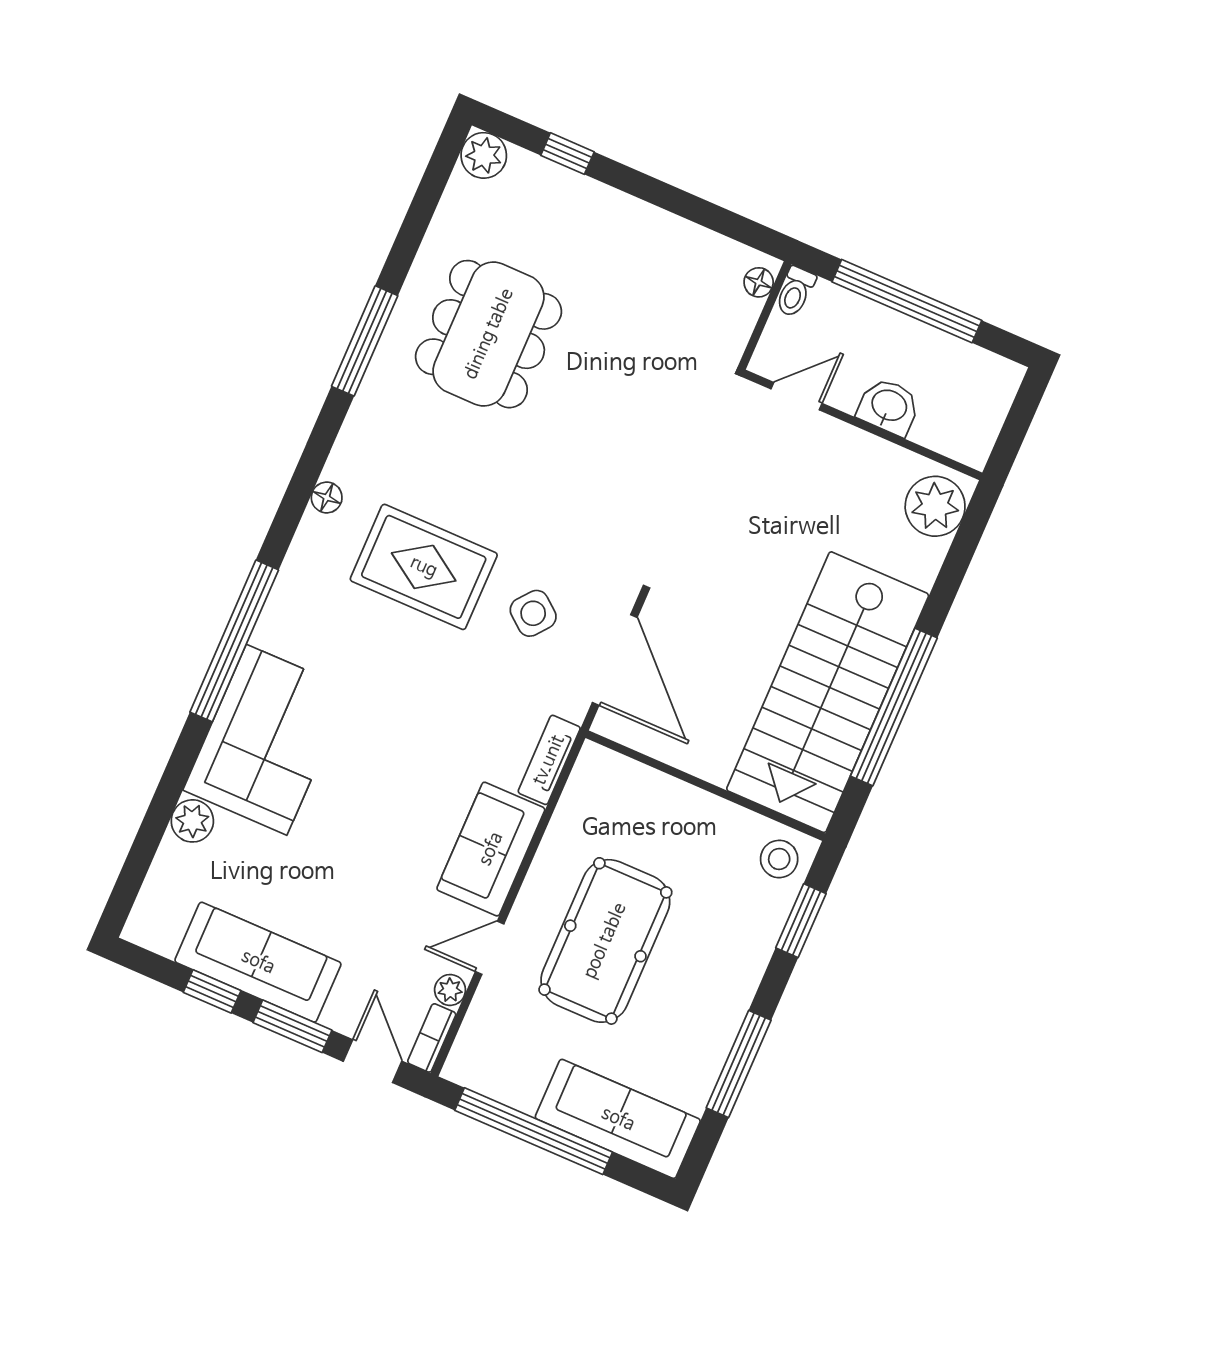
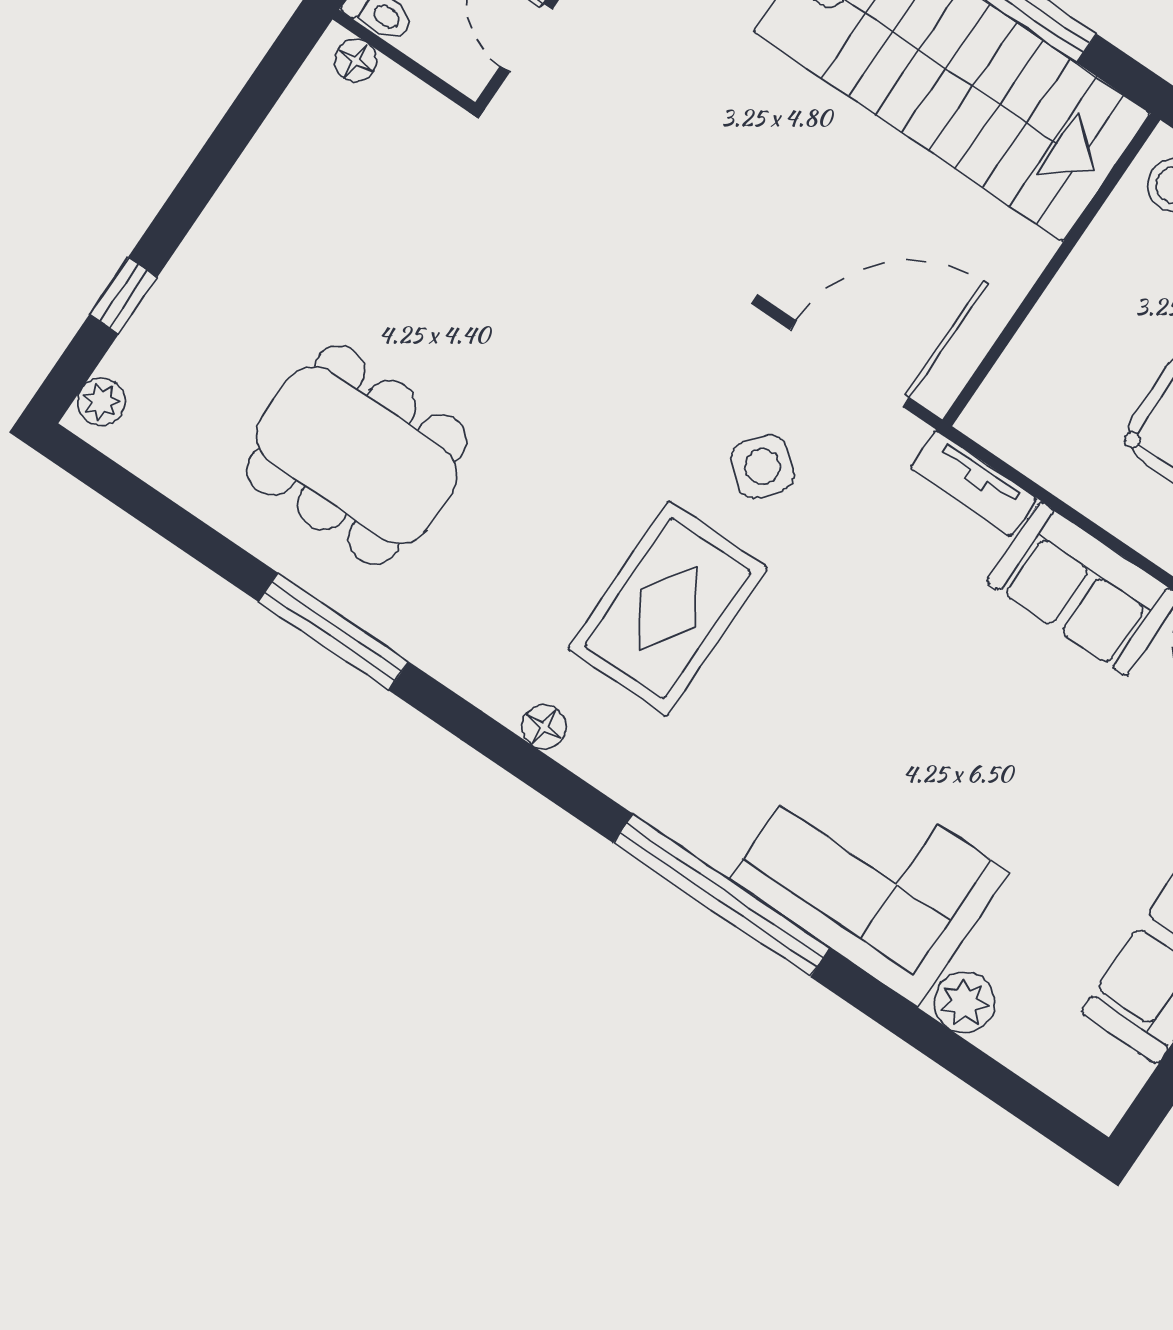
plant: (484, 155) -> (101, 402), width x0.73, depth x0.73

